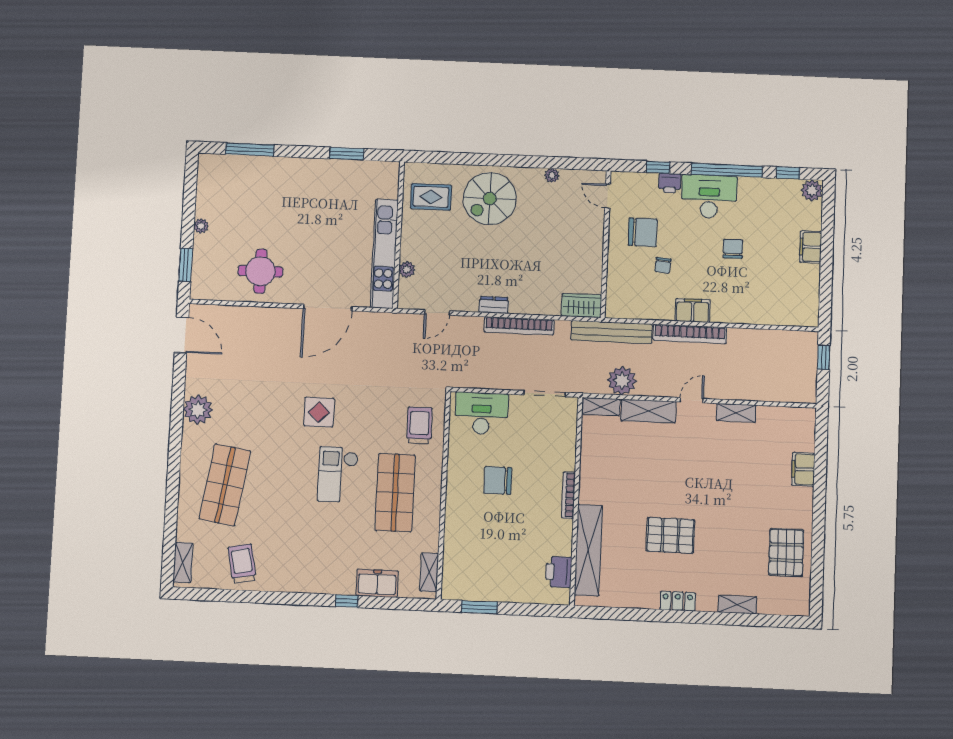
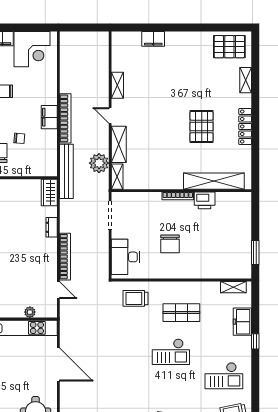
corner desk: (794, 290) -> (32, 49), added
dresser: (494, 305) -> (52, 227), moved
bookcase: (519, 326) -> (65, 257), moved
window: (824, 357) -> (77, 28), removed
display table: (319, 412) -> (130, 367), removed
shop shelf: (395, 493) -> (181, 313), width x0.70, depth x0.74
checkout: (298, 552) -> (224, 376), added
pallet: (786, 552) -> (229, 47), moved
printer: (559, 572) -> (205, 200), moved
locker: (678, 601) -> (245, 126), width x1.53

